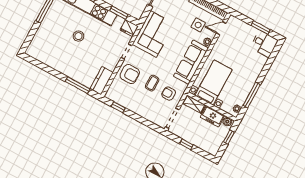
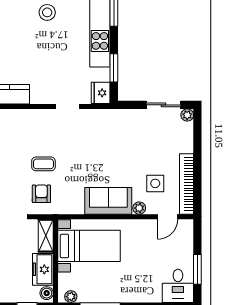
door: (221, 28) -> (168, 217), swing flipped
corner sofa: (153, 34) -> (110, 130), removed
stool: (78, 36) -> (47, 12), moved
sofa: (191, 62) -> (108, 201), width x0.73
armchair: (130, 74) -> (39, 127), removed

